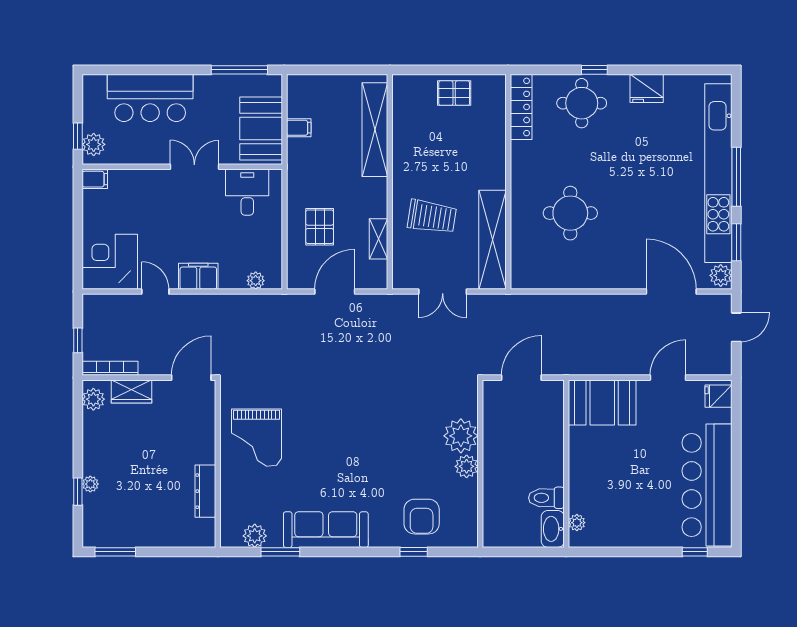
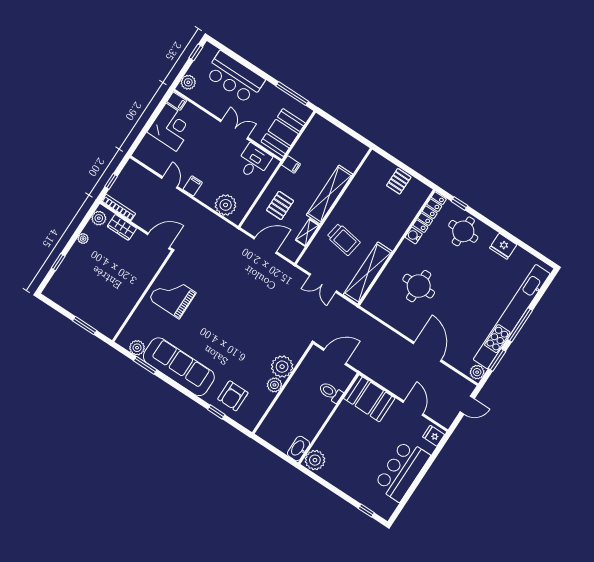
window: (594, 70) -> (459, 203), moved
pallet: (454, 93) -> (399, 181), turned 90
filing cabinet: (299, 128) -> (291, 164), moved
shelving: (375, 130) -> (329, 194), moved
window: (78, 136) -> (196, 52), moved
water cooler: (520, 151) -> (414, 236), added
corner desk: (110, 262) -> (171, 127), moved, turned 90
filing cabinet: (198, 276) -> (193, 186), width x0.50
plant: (256, 281) -> (226, 205), width x1.87, depth x1.87
door: (671, 292) -> (427, 352), moved
door: (668, 378) -> (413, 408), hinge flipped
grand piano: (257, 438) -> (172, 296), turned 90
plant: (90, 484) -> (83, 239), moved
bar counter: (707, 485) -> (402, 471), width x0.73
dresser: (205, 491) -> (126, 307), removed
toilet: (546, 498) -> (331, 392), moved
plant: (577, 523) -> (315, 460), width x1.87, depth x1.87
sofa: (326, 530) -> (179, 367), width x1.36, depth x1.27
window: (115, 552) -> (85, 326), moved

